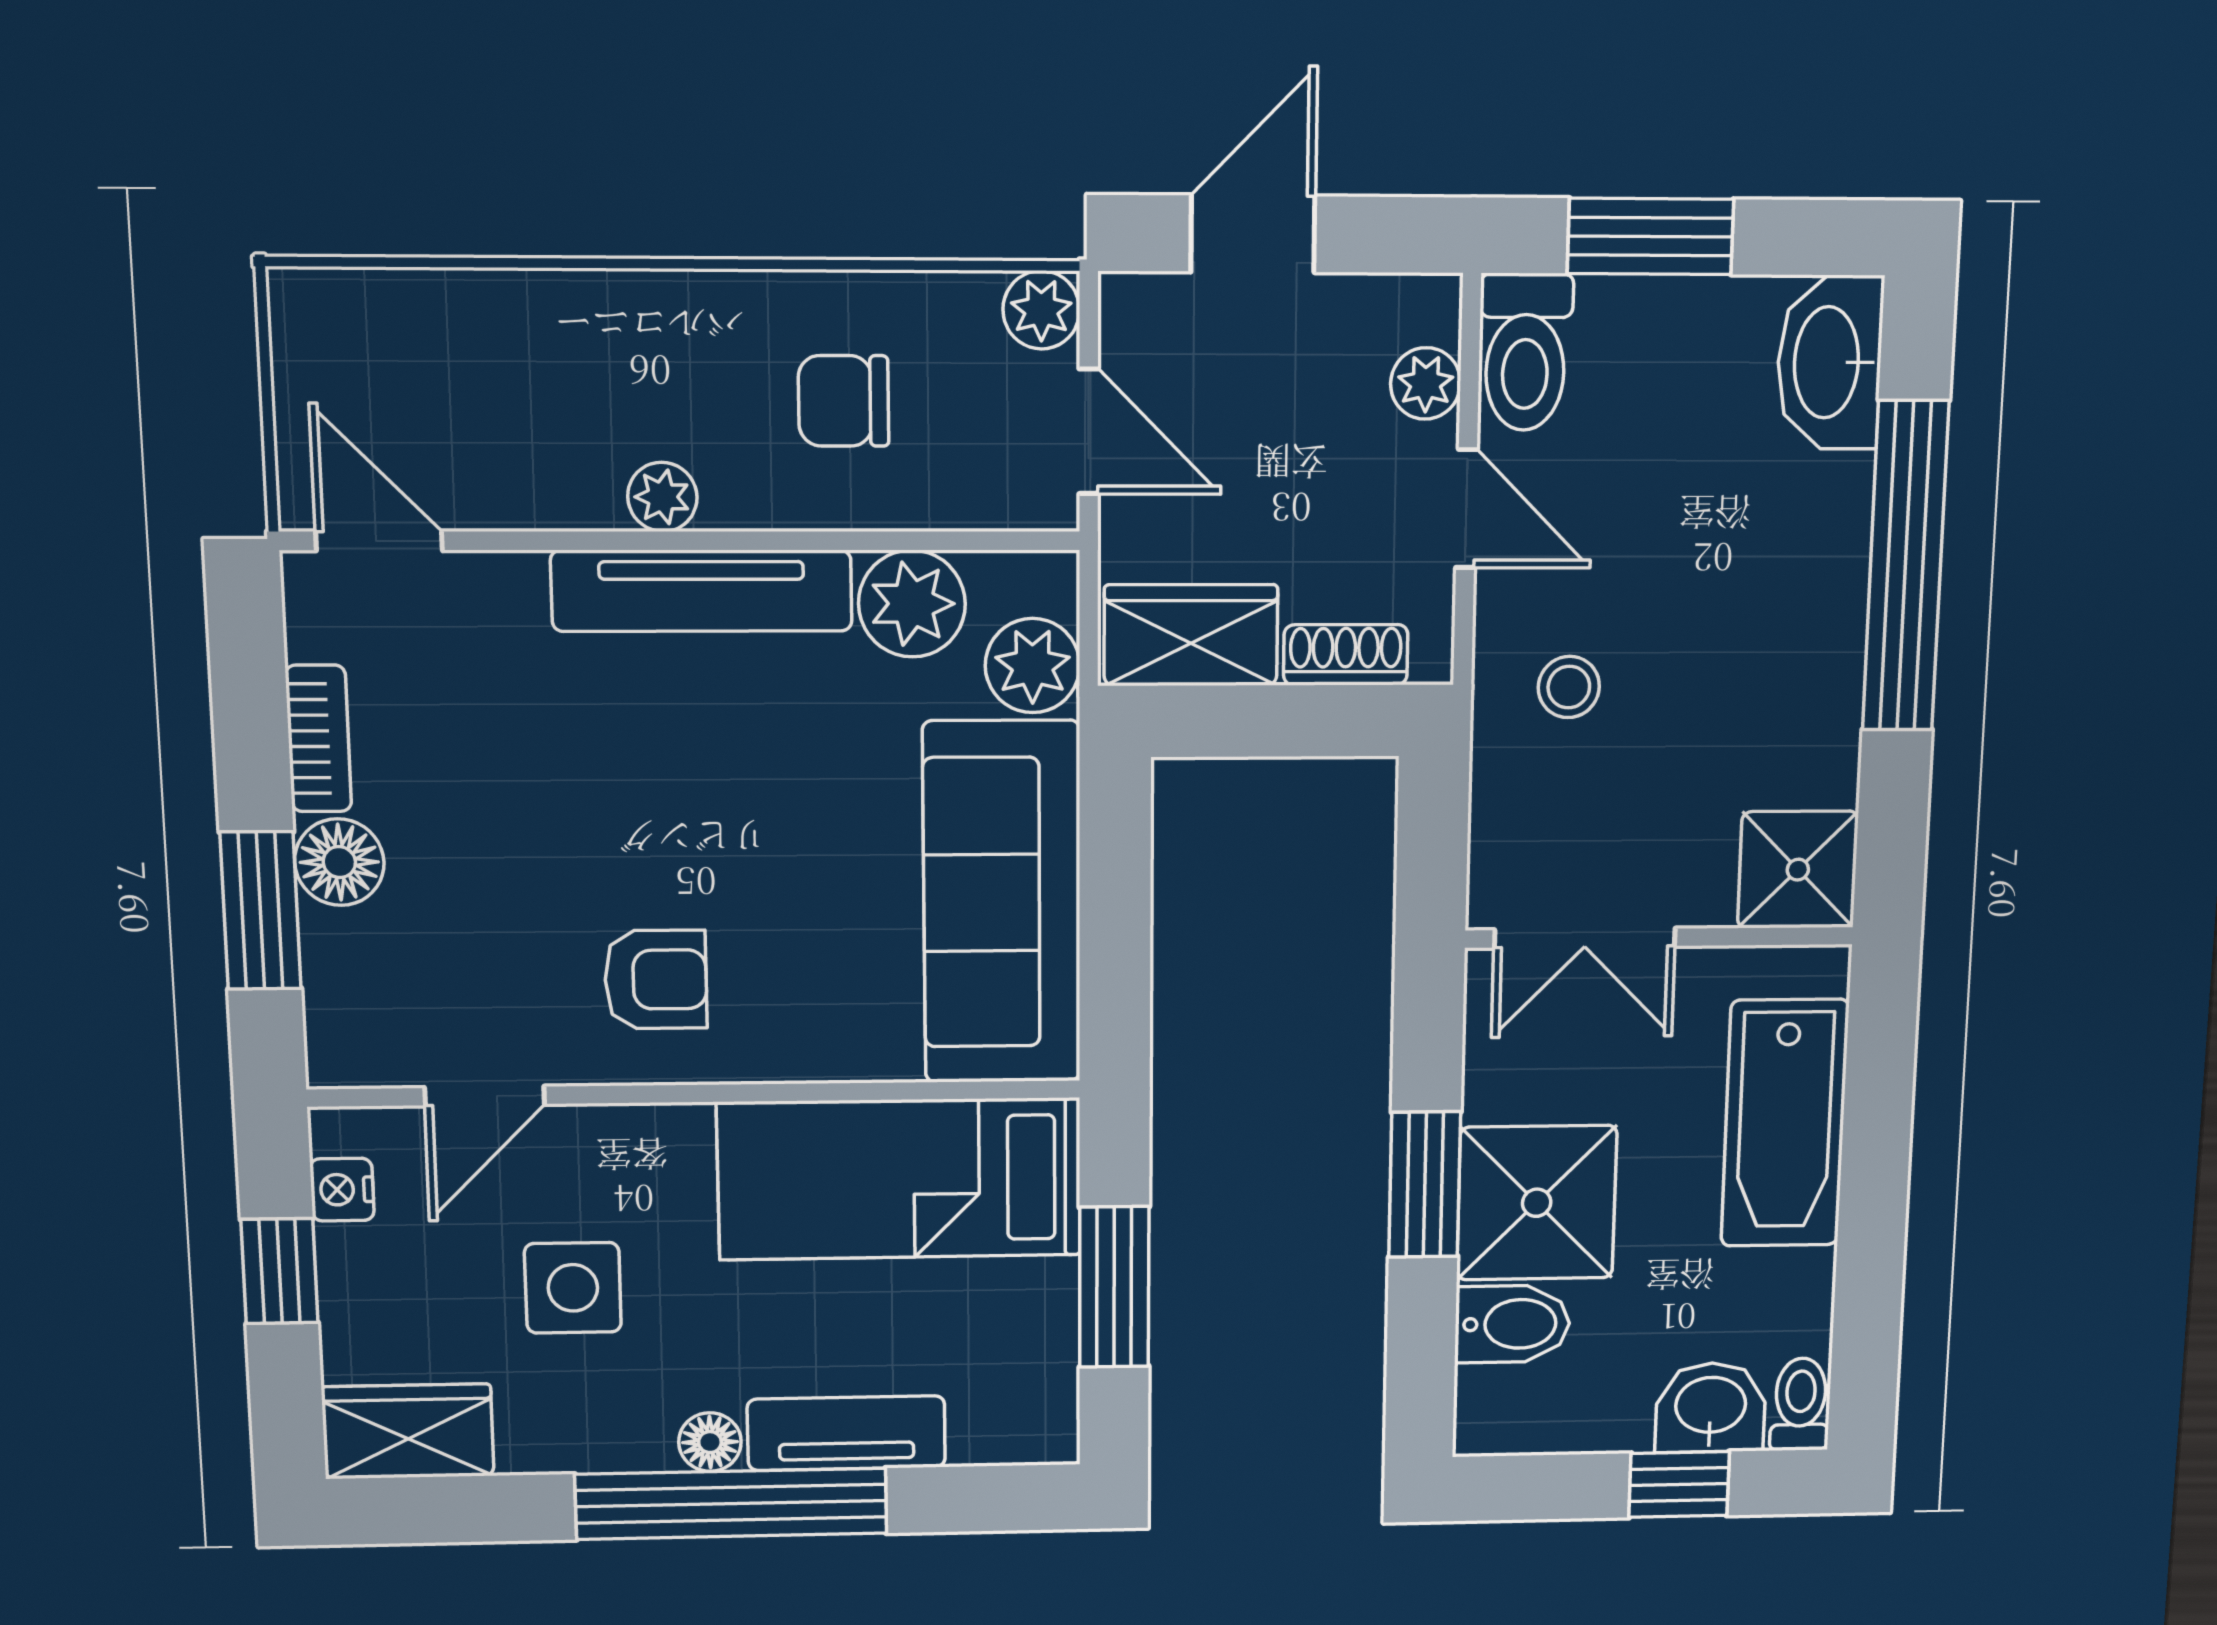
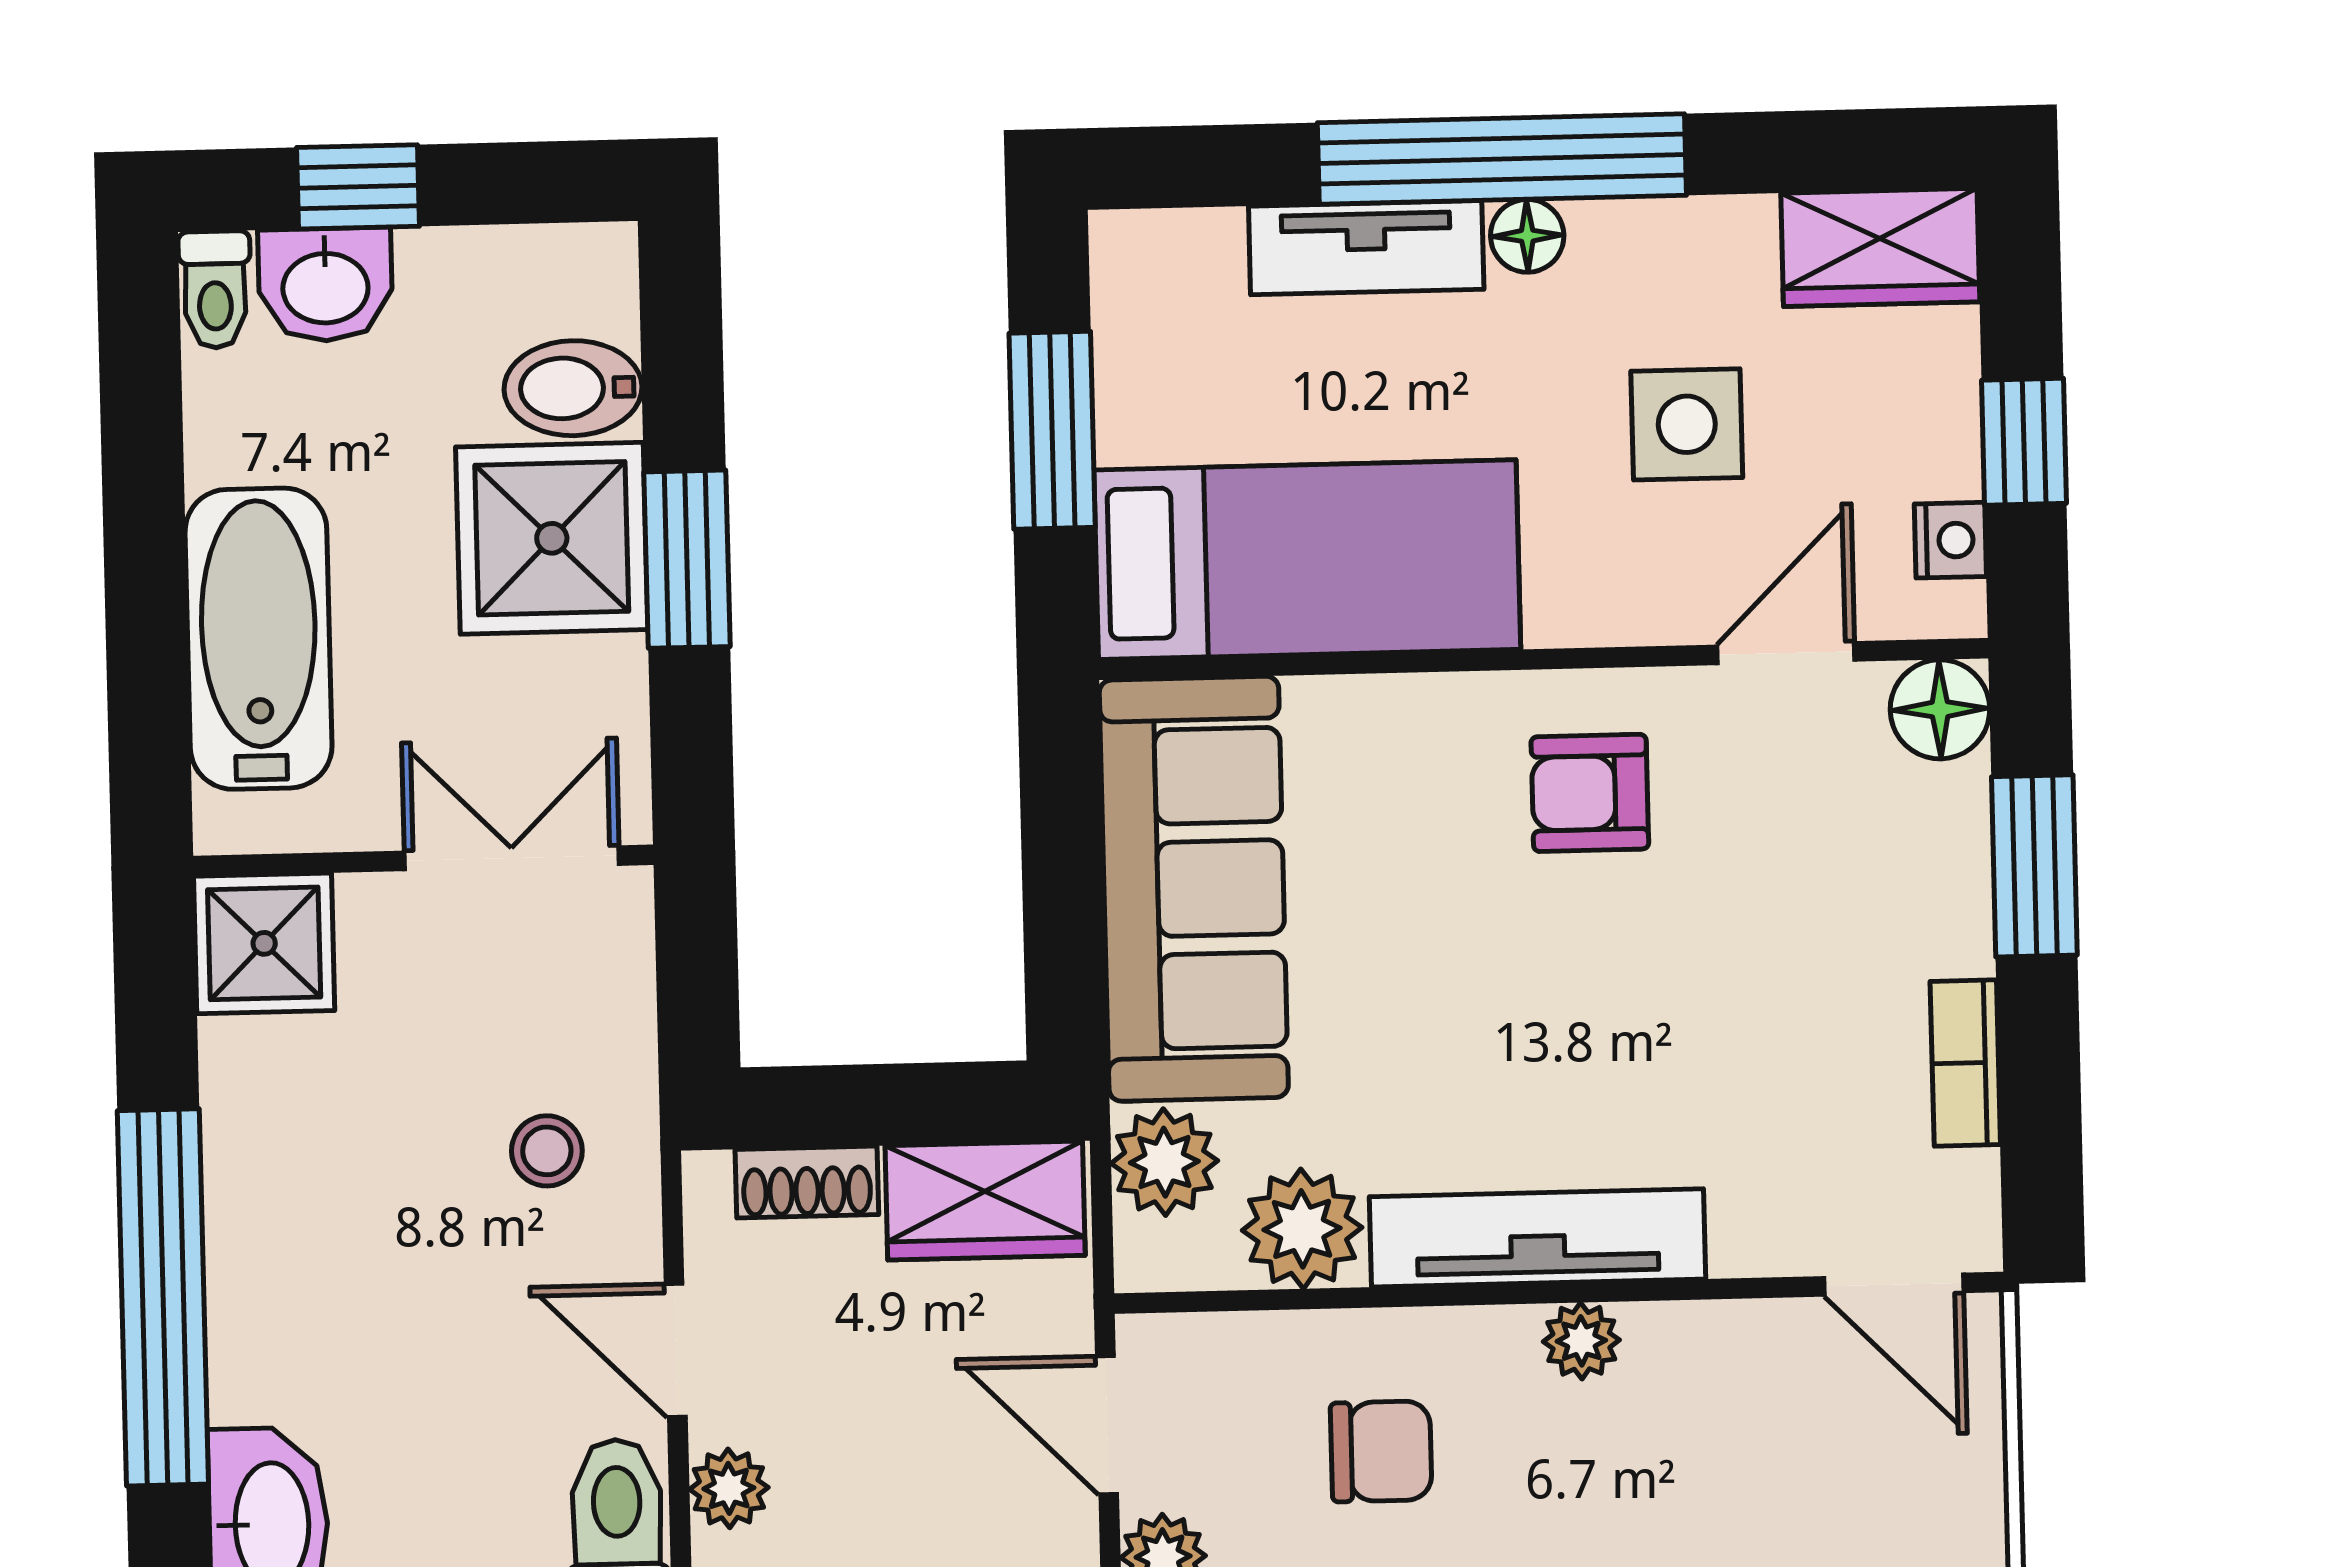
floor lamp: (339, 862) -> (1940, 709), moved

